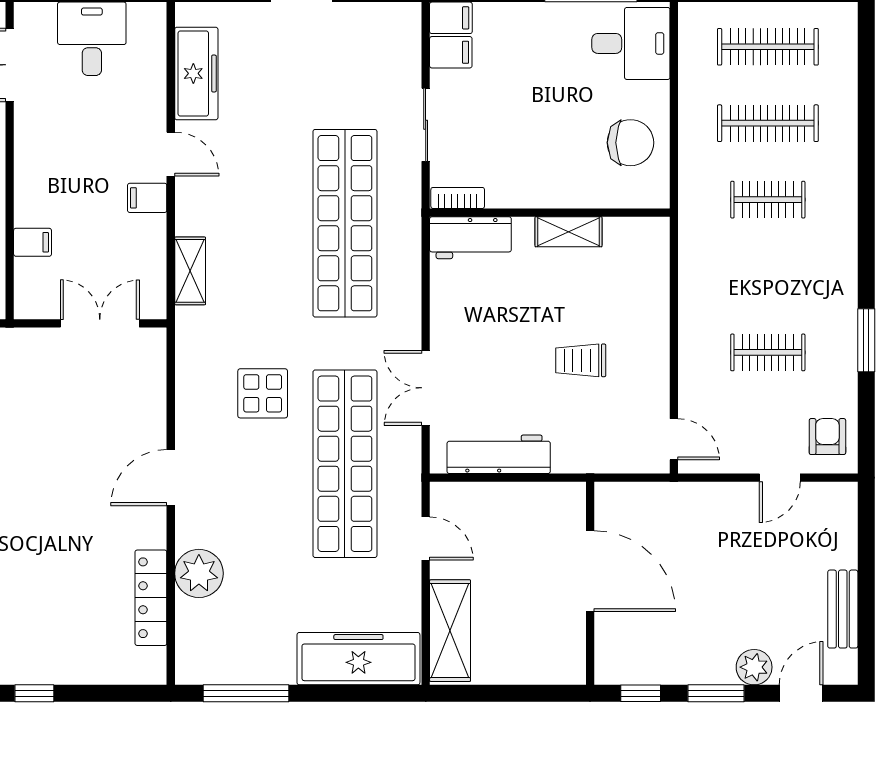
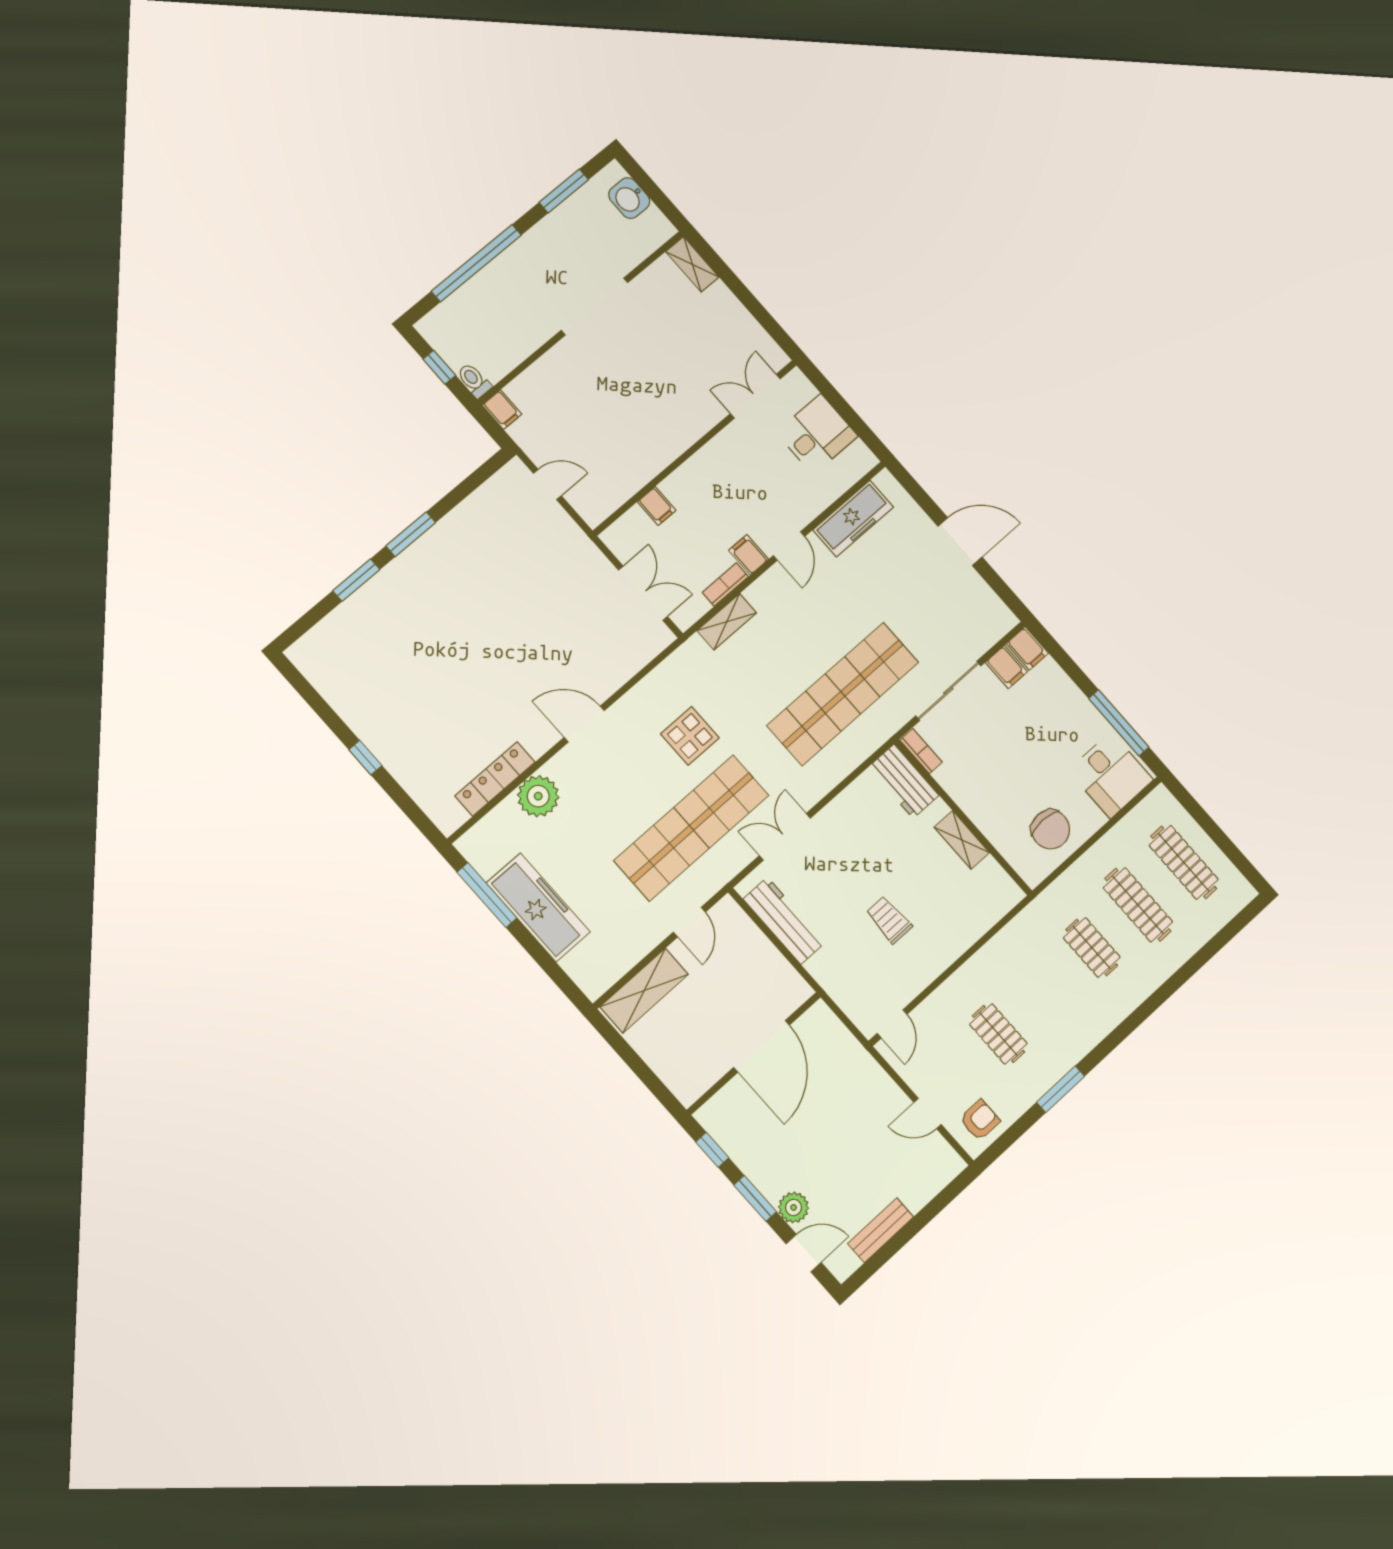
sliding door: (426, 125) -> (948, 691), width x1.37
bookcase: (156, 243) -> (725, 584), added
freezer: (358, 659) -> (538, 907), moved

